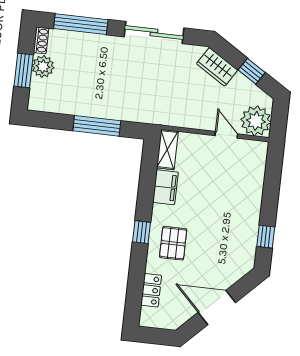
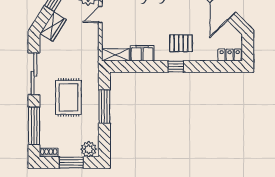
plant: (43, 67) -> (89, 149), moved
rug: (115, 77) -> (68, 97), added
locker: (151, 290) -> (230, 55), moved

